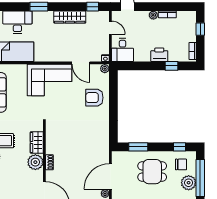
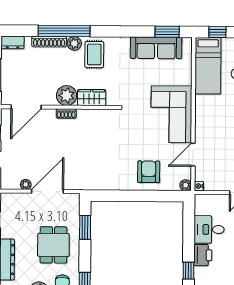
desk: (123, 50) -> (209, 229), moved
door: (110, 176) -> (48, 191), hinge flipped

